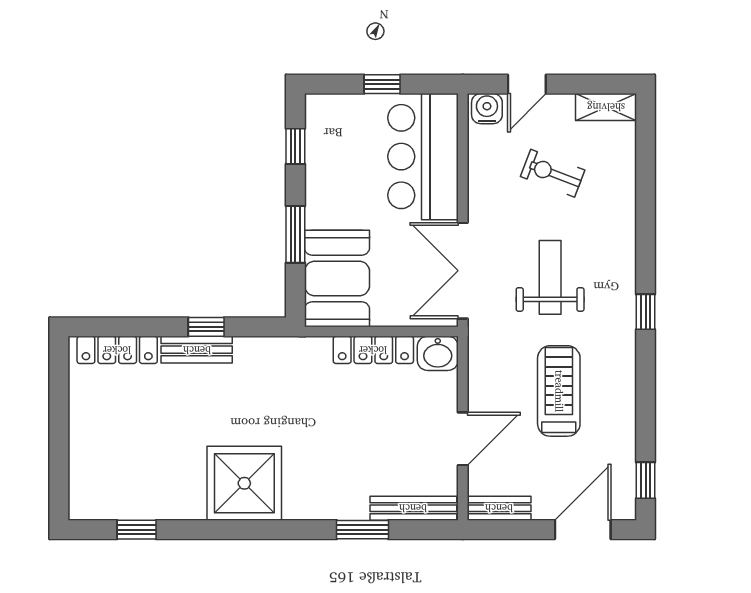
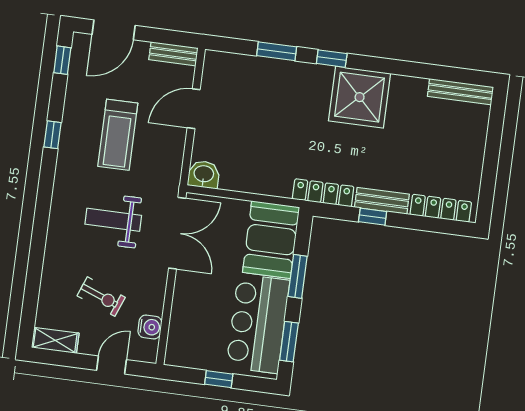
water cooler: (487, 109) -> (150, 327), moved, turned -90
window: (295, 146) -> (289, 342), width x1.50
bar counter: (423, 157) -> (258, 324), moved, turned 180
weight bench: (550, 277) -> (113, 220), turned 90
window: (646, 312) -> (53, 135), moved
locker: (373, 350) -> (323, 193), moved
bench: (413, 508) -> (461, 92), moved
window: (137, 530) -> (332, 59), moved

